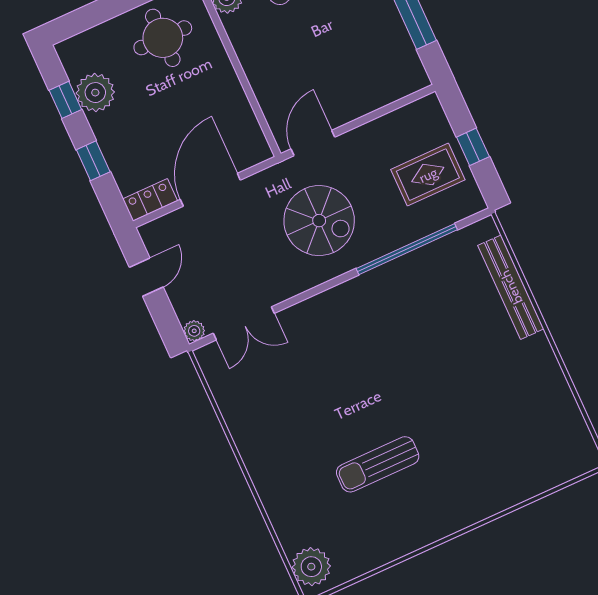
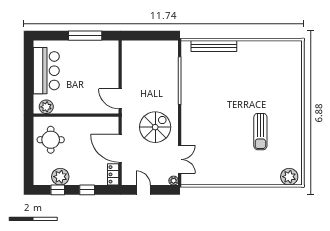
window: (473, 147) -> (151, 36), removed
rug: (428, 175) -> (154, 59), removed
spiral stairs: (319, 221) -> (155, 127), moved

